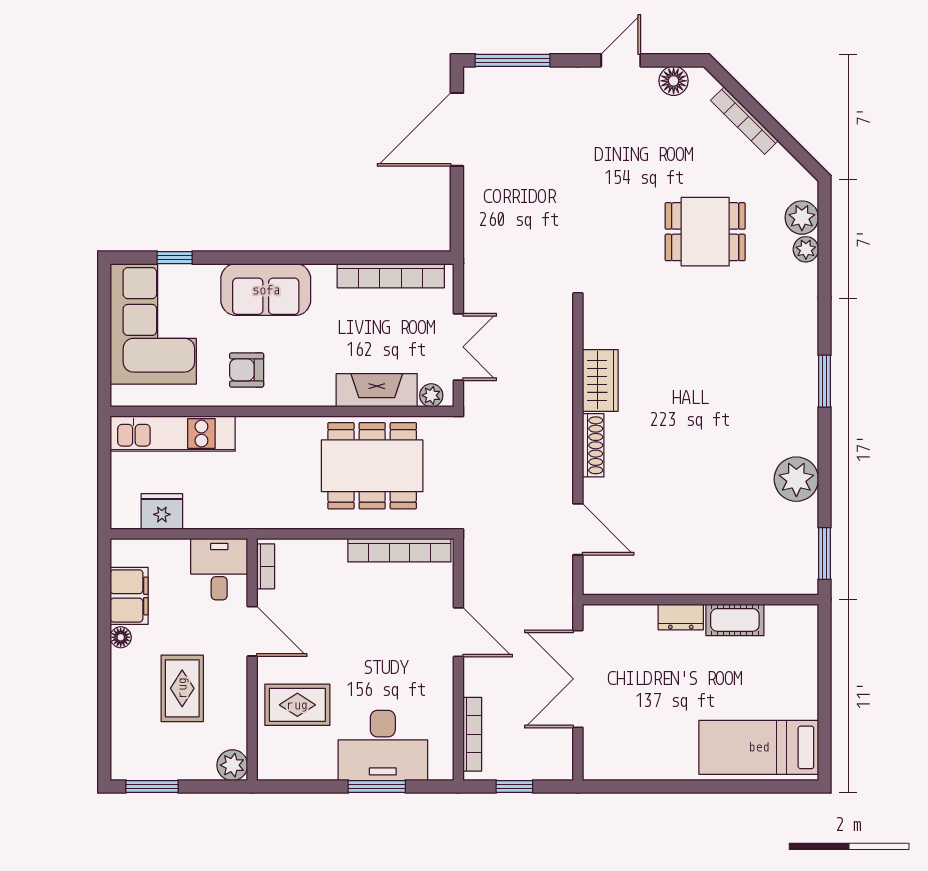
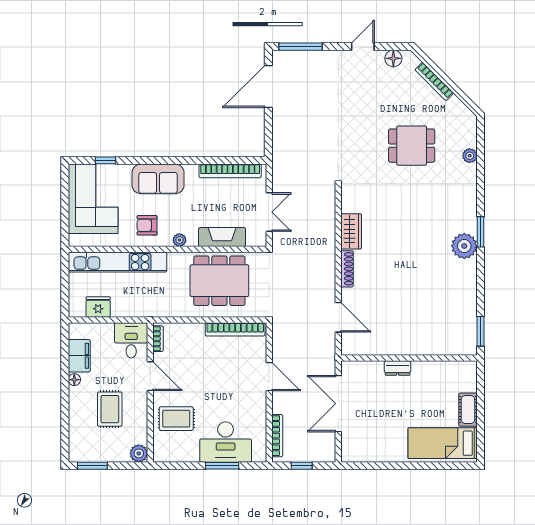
plant: (802, 218) -> (467, 137), removed
plant: (431, 395) -> (179, 240), moved
kitchen unit: (173, 434) -> (117, 262), width x1.36
plant: (796, 479) -> (464, 246), moved
cot: (735, 620) -> (468, 410), moved, turned 90

